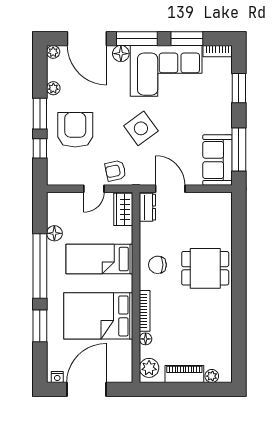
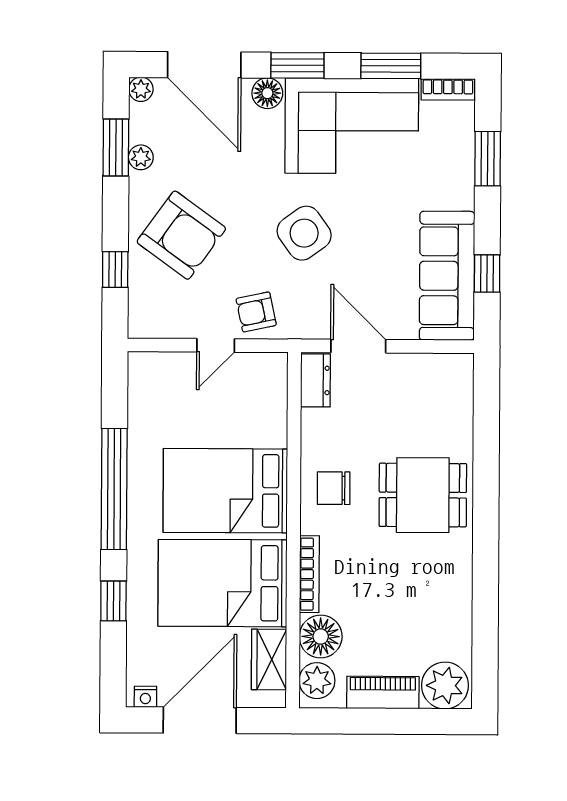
window: (137, 39) -> (297, 65), width x0.69
window: (40, 114) -> (116, 147), moved
armchair: (75, 130) -> (181, 235), turned 126
window: (239, 149) -> (487, 273), width x0.46
sofa: (218, 160) -> (447, 276), width x1.36
wardrobe: (123, 209) -> (269, 659), moved
floor lamp: (54, 233) -> (141, 428), removed
bed: (99, 259) -> (225, 491), width x1.50
window: (40, 326) -> (113, 601), width x0.67
floor lamp: (146, 339) -> (321, 637), width x1.89, depth x1.89
plant: (212, 376) -> (445, 686), width x1.88, depth x1.88

